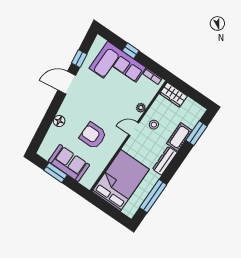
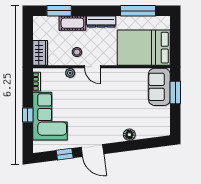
armchair: (93, 136) -> (122, 97), removed
sofa: (69, 163) -> (159, 87), moved
window: (55, 173) -> (175, 92), moved

